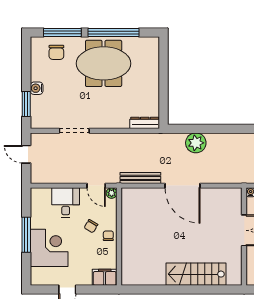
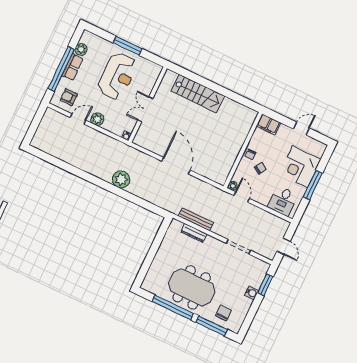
dresser: (145, 123) -> (194, 233), moved
plant: (196, 143) -> (121, 180), moved
bench: (140, 178) -> (196, 219), moved
desk: (66, 203) -> (283, 201), moved

